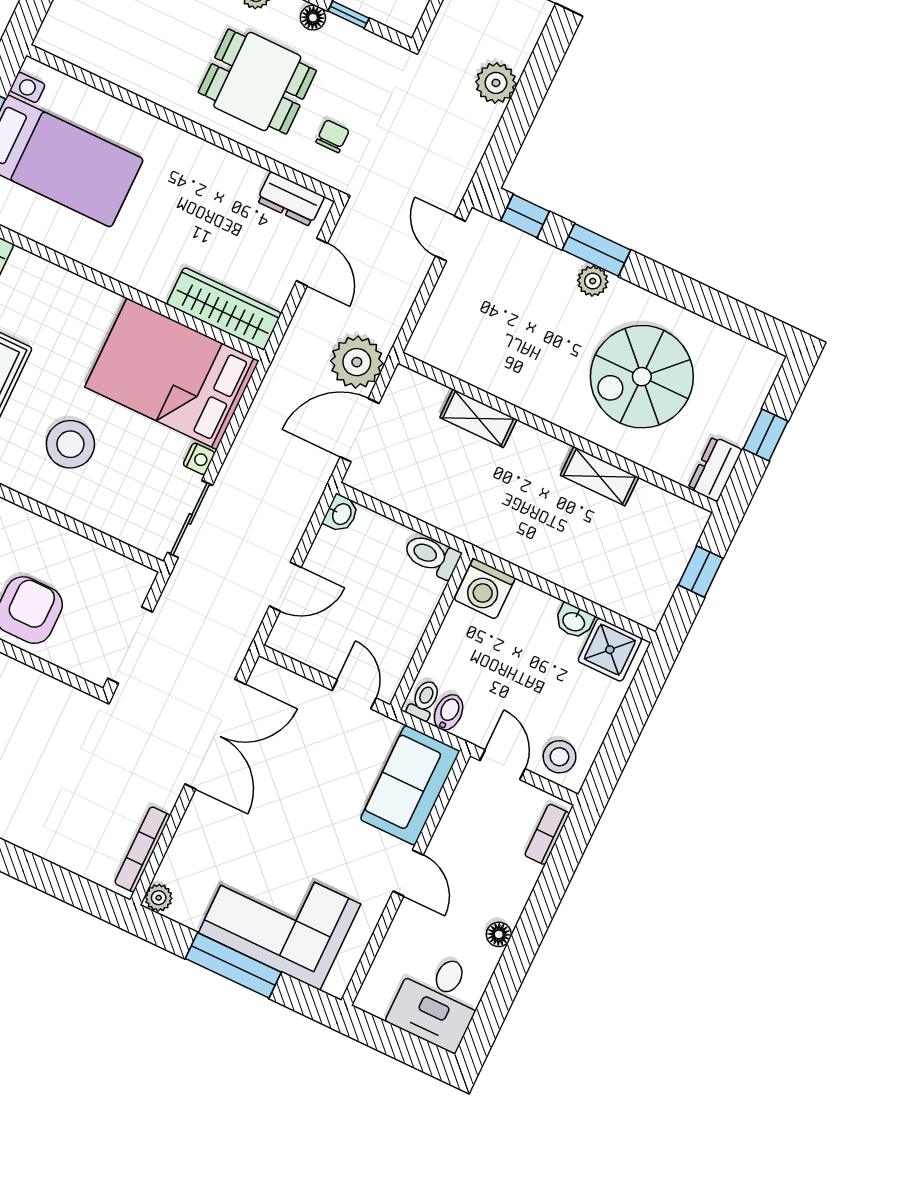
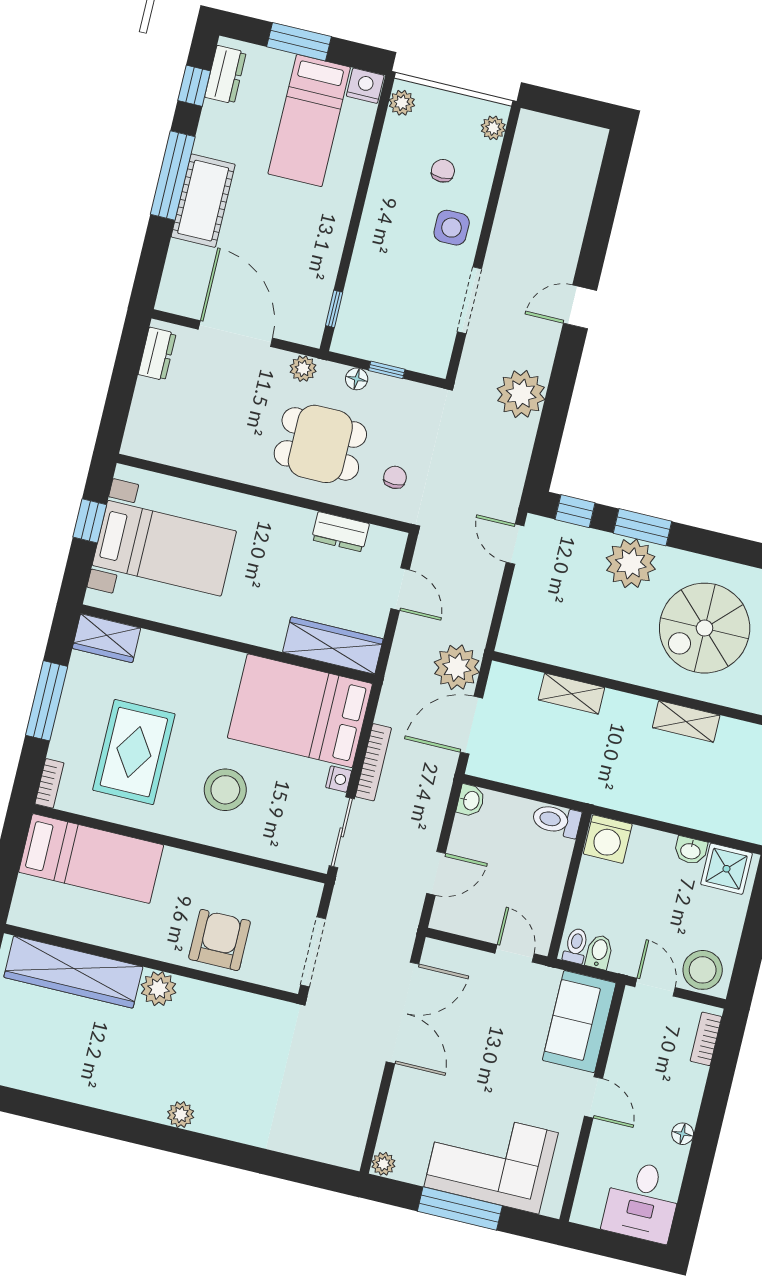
plant: (496, 83) -> (521, 394), width x1.36, depth x1.36
dresser: (291, 199) -> (340, 532), moved
plant: (593, 281) -> (631, 563), width x1.87, depth x1.87
stool: (559, 757) -> (703, 970), width x1.38, depth x1.38
bookcase: (142, 849) -> (373, 762), moved, turned 180

